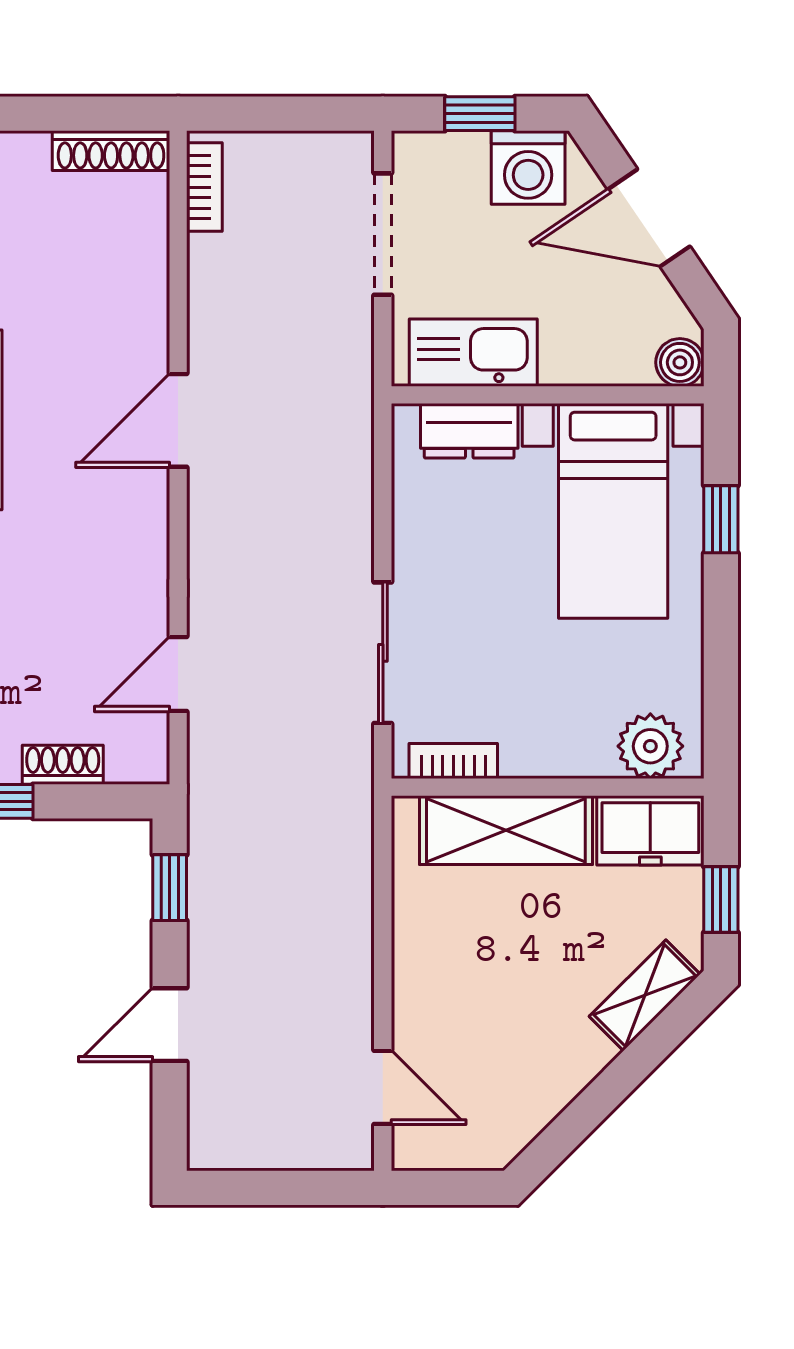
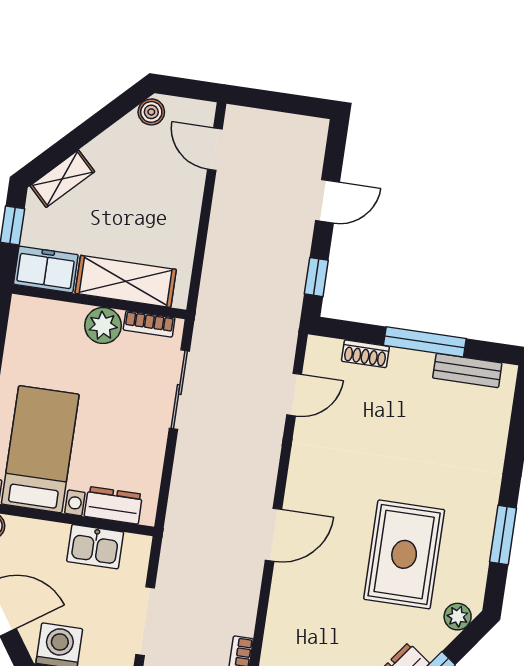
kitchen sink: (473, 353) -> (95, 547), width x0.73
plant: (650, 746) -> (103, 326), moved
boiler: (505, 1137) -> (151, 112), added

